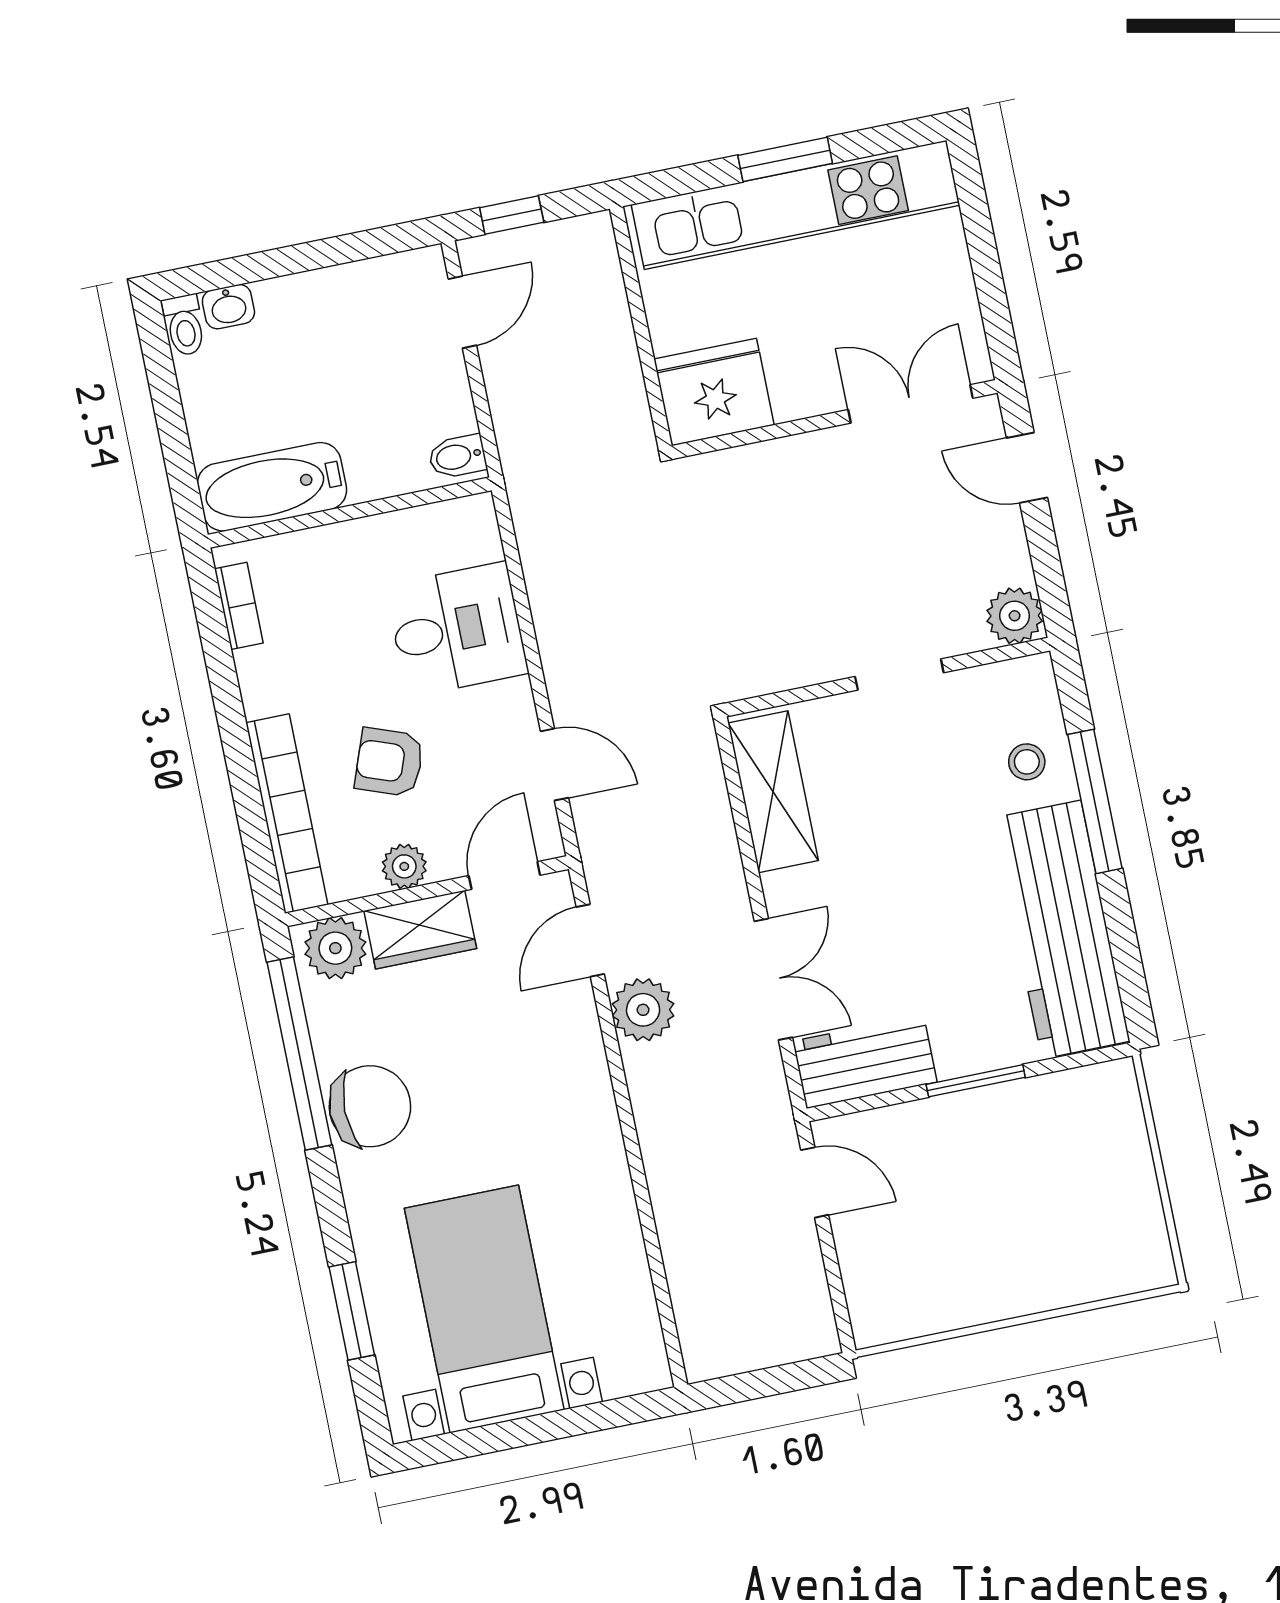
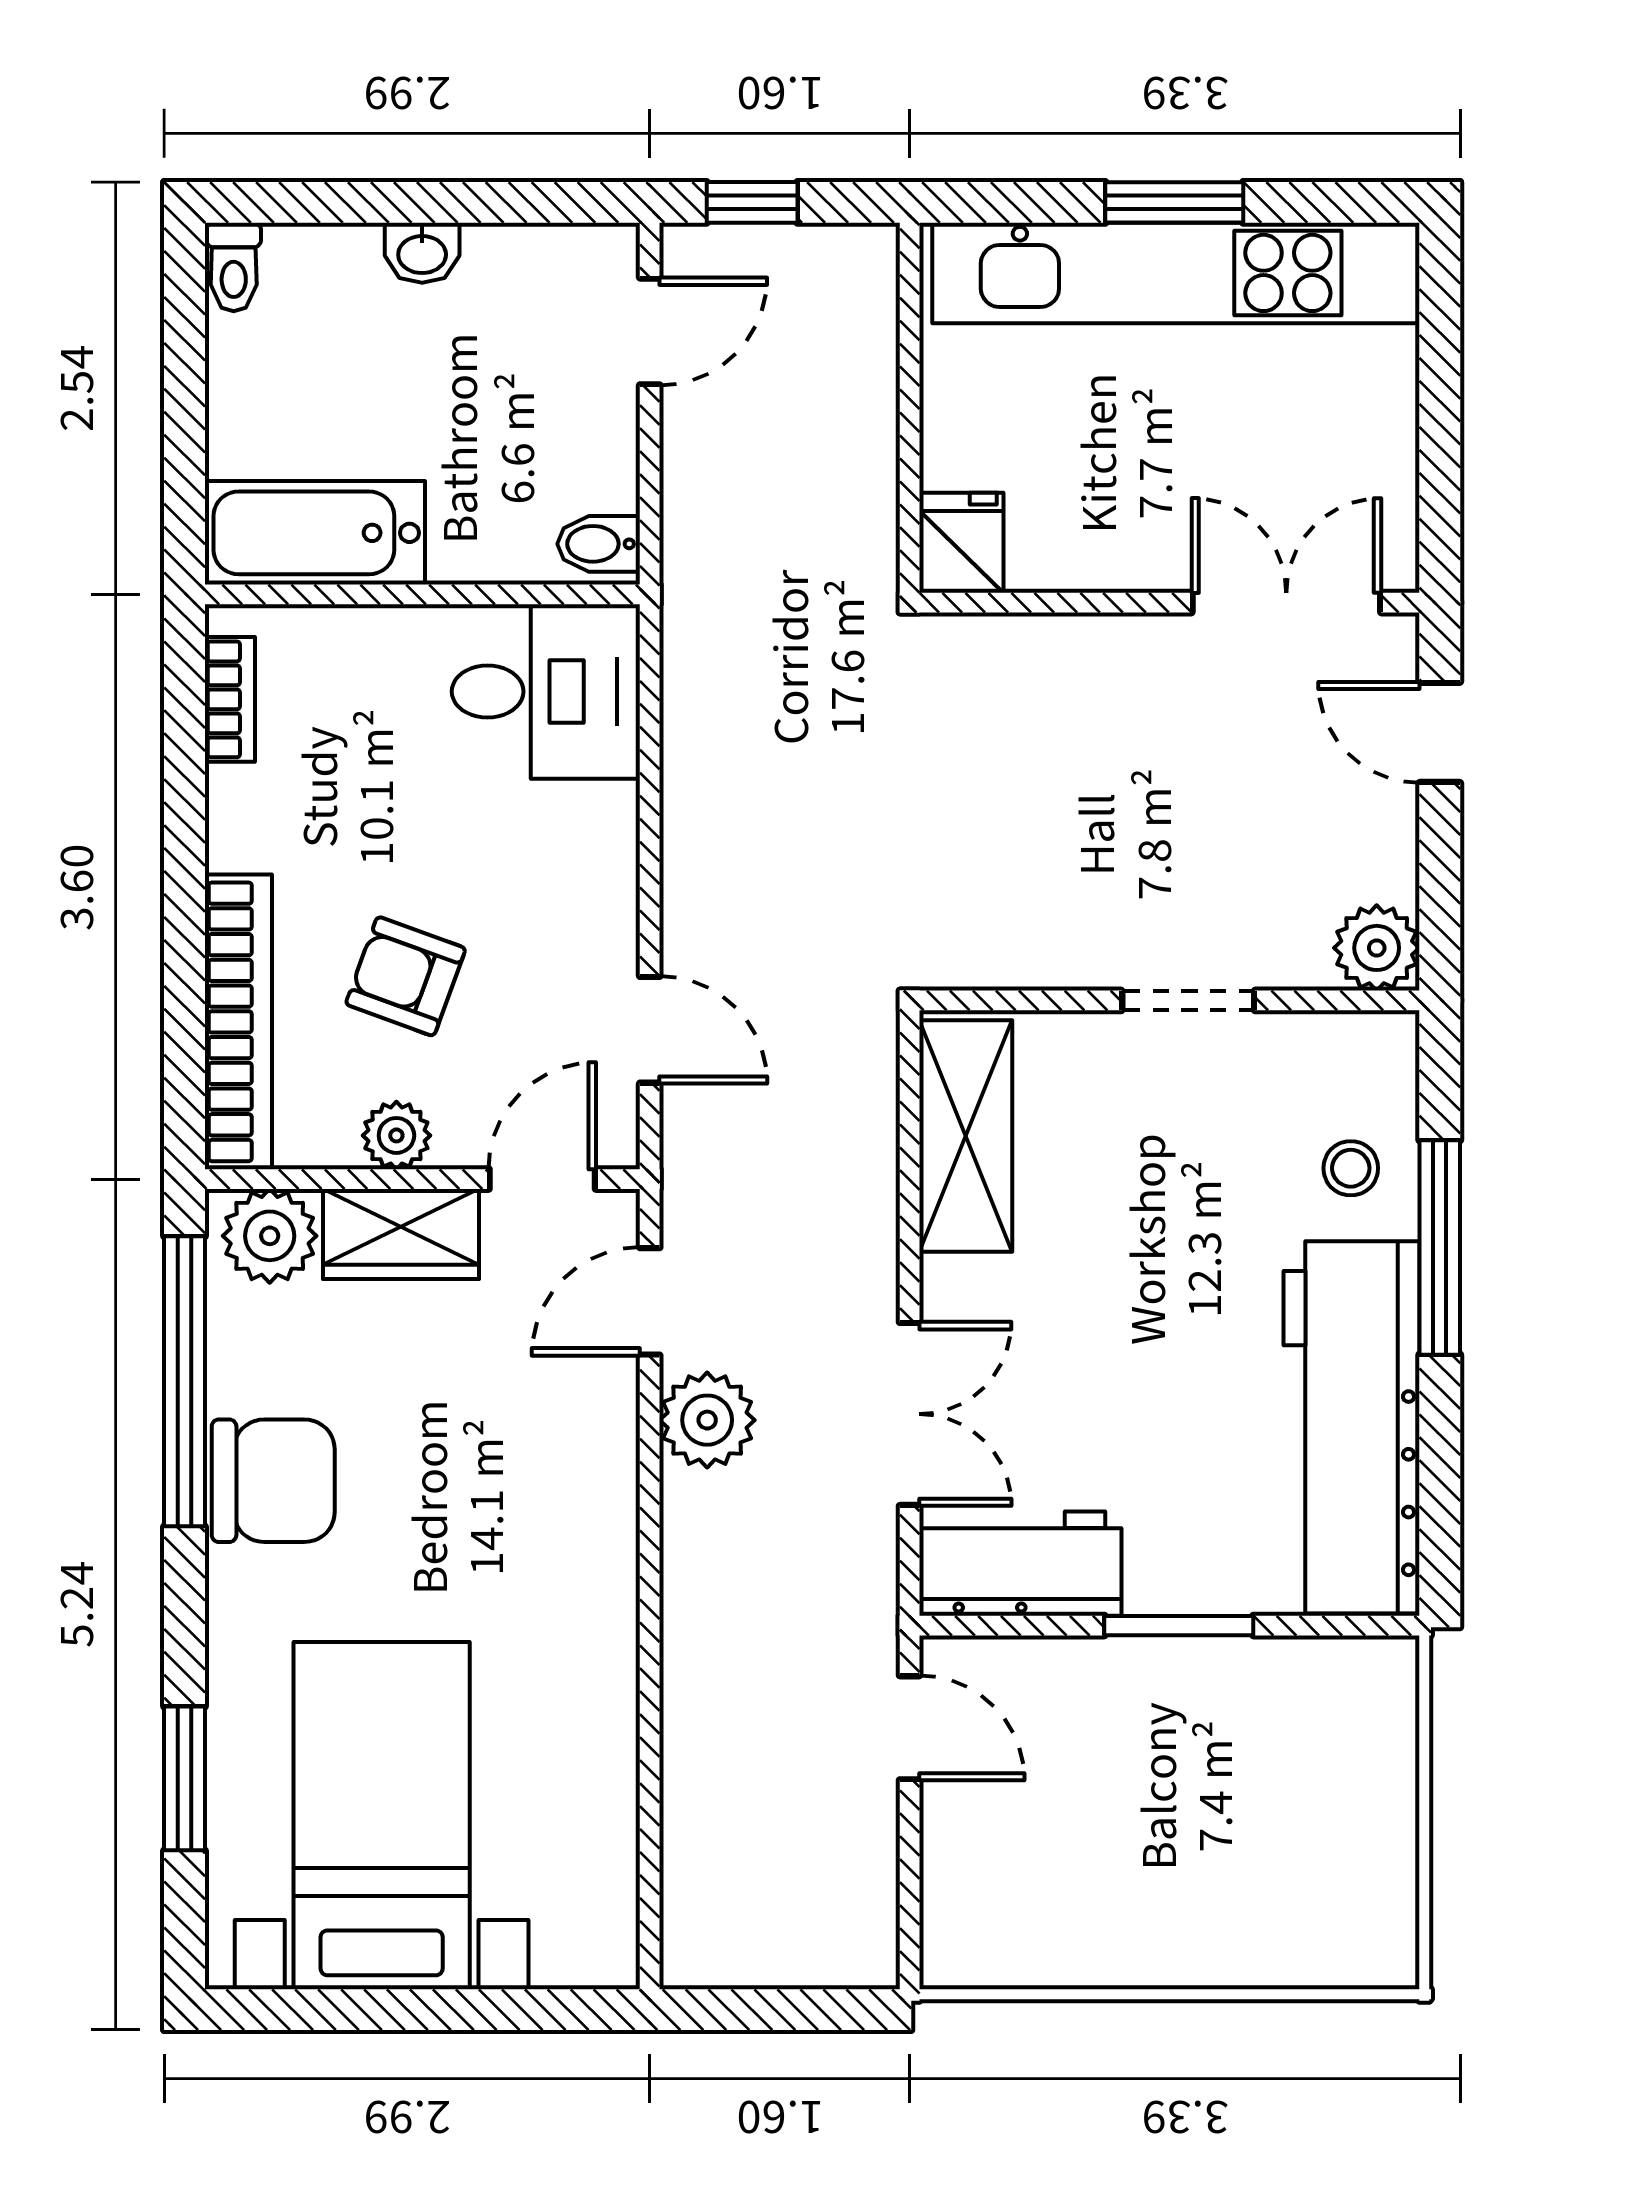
washbasin: (228, 307) -> (422, 253), moved
fridge: (714, 392) -> (961, 543), width x0.53, depth x0.75
desk: (457, 629) -> (546, 692), moved

